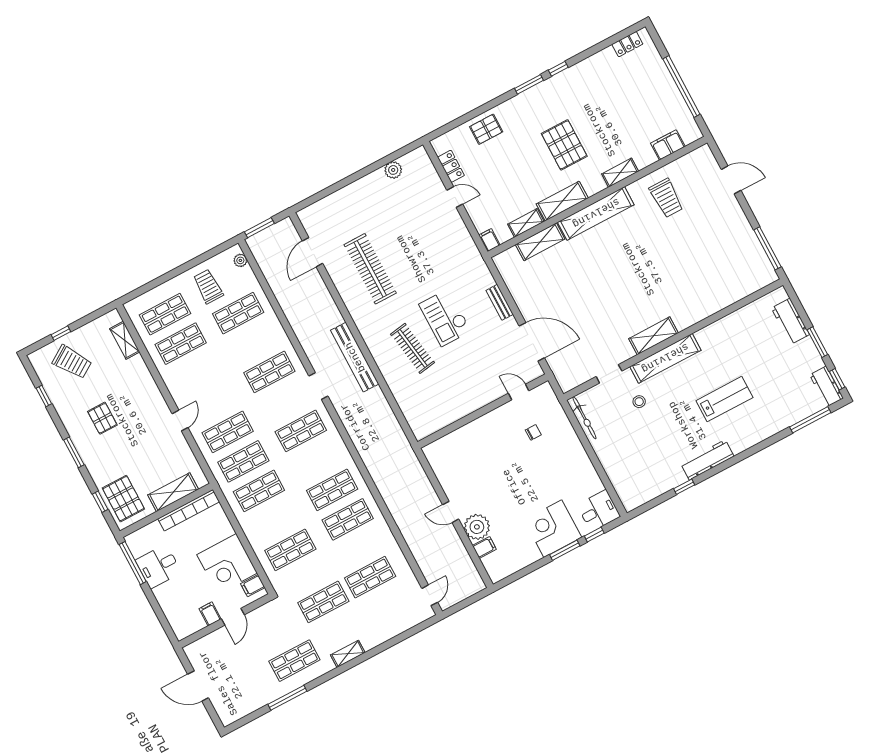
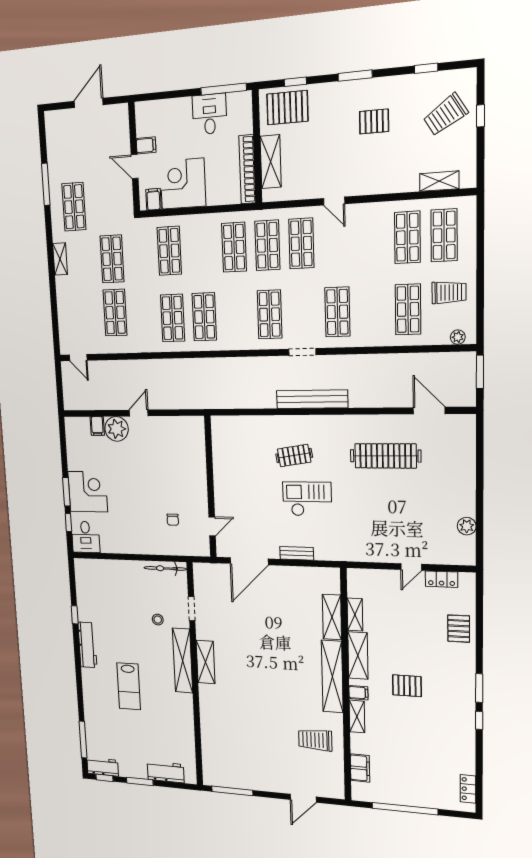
pallet: (564, 145) -> (407, 686), width x0.67, depth x0.71
filing cabinet: (489, 240) -> (358, 693), moved
clothes rail: (412, 348) -> (294, 456), width x0.73

